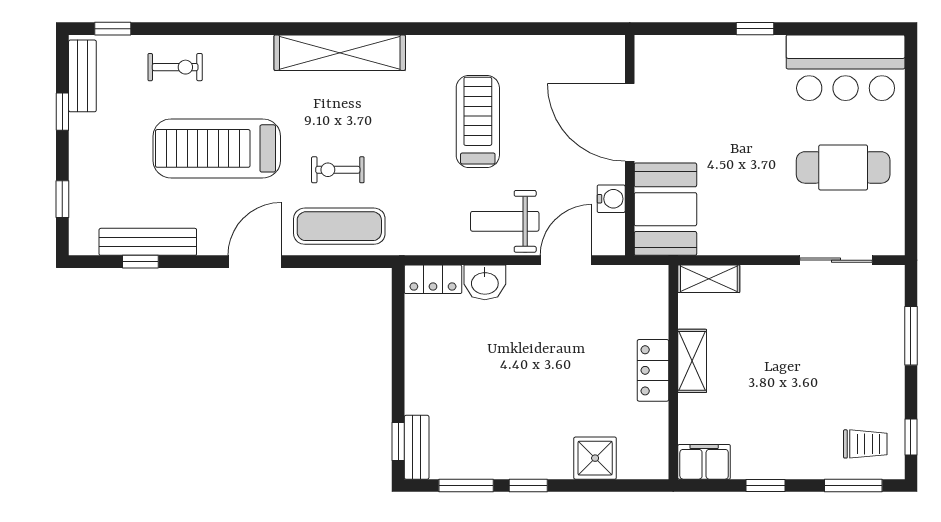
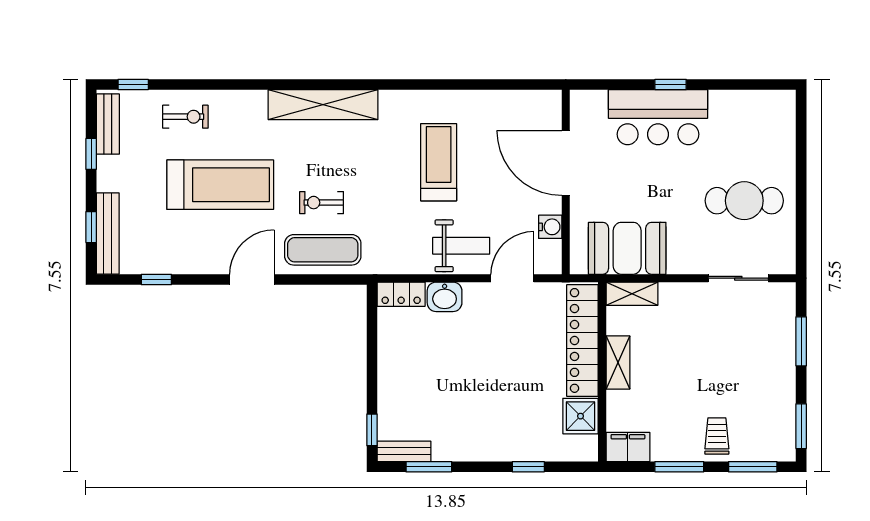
bar counter: (846, 68) -> (658, 117), moved
treadmill: (217, 148) -> (220, 185), turned 180
booth: (665, 209) -> (627, 248), moved, turned 90
weight bench: (505, 221) -> (461, 246), turned 180
bench: (148, 242) -> (108, 234), moved, turned 90
locker: (653, 370) -> (582, 340), width x2.16, depth x1.21
window: (911, 437) -> (801, 426), width x1.50
trolley: (865, 444) -> (717, 436), moved, turned -90
bench: (417, 447) -> (404, 451), moved, turned 90
shower: (595, 458) -> (581, 416), moved
window: (528, 485) -> (528, 467), moved
window: (765, 485) -> (679, 467), width x1.50

